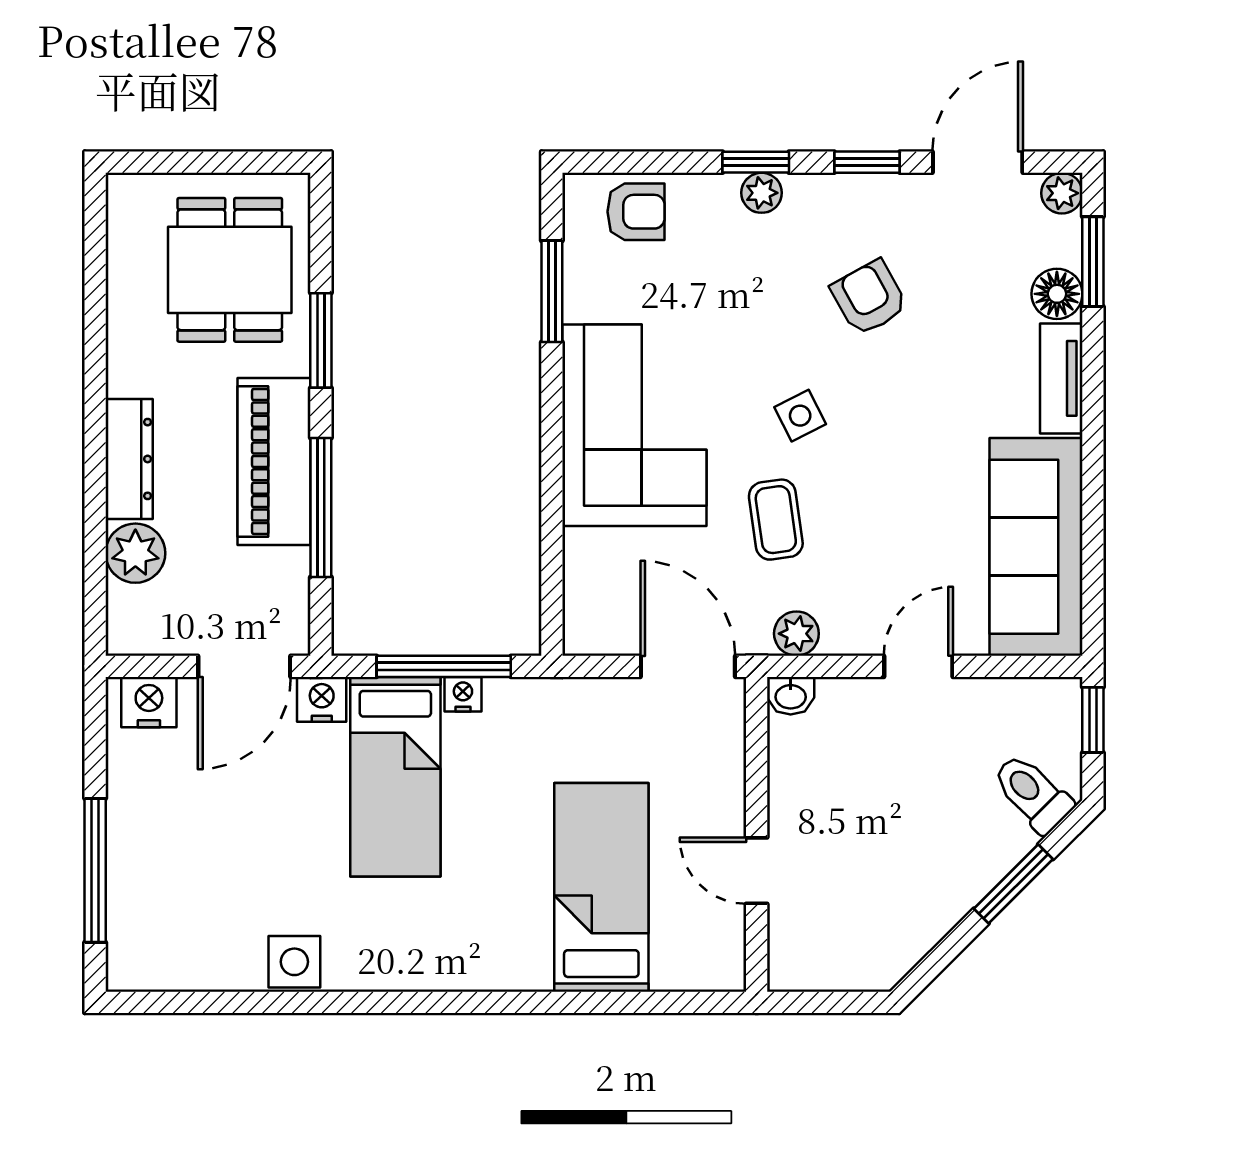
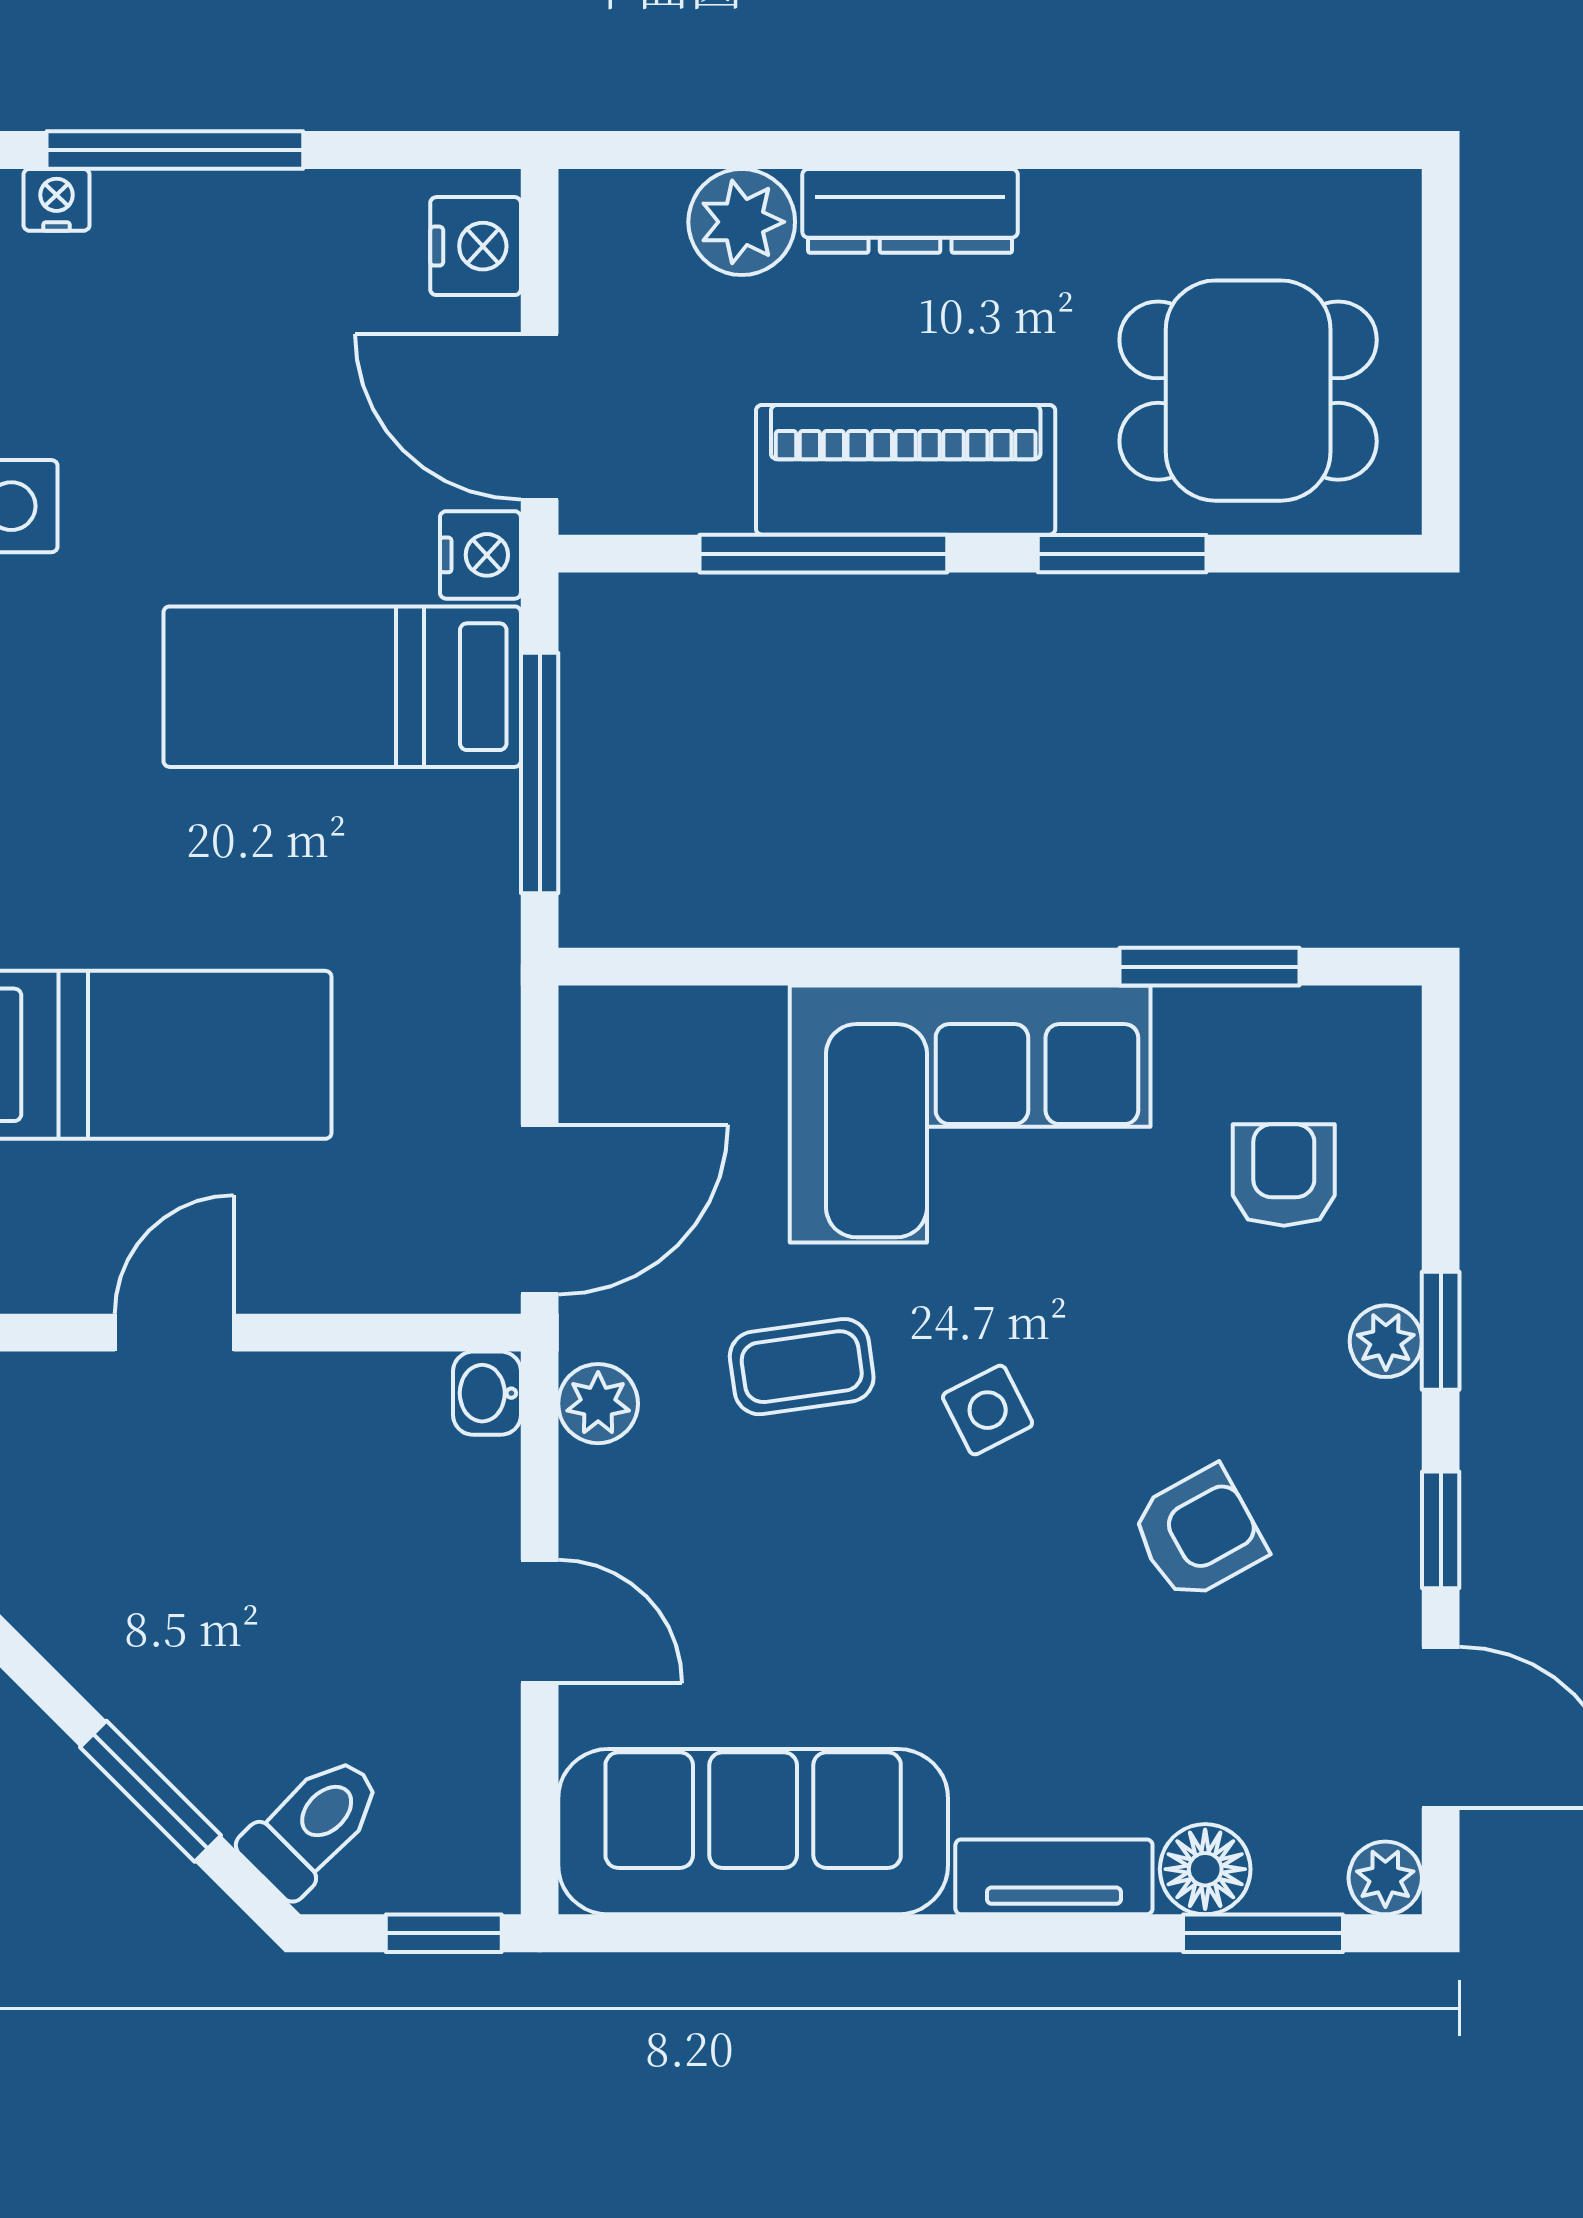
armchair: (636, 212) -> (1284, 1175), moved, turned 180
nightstand: (463, 694) -> (57, 200), moved, turned -90

